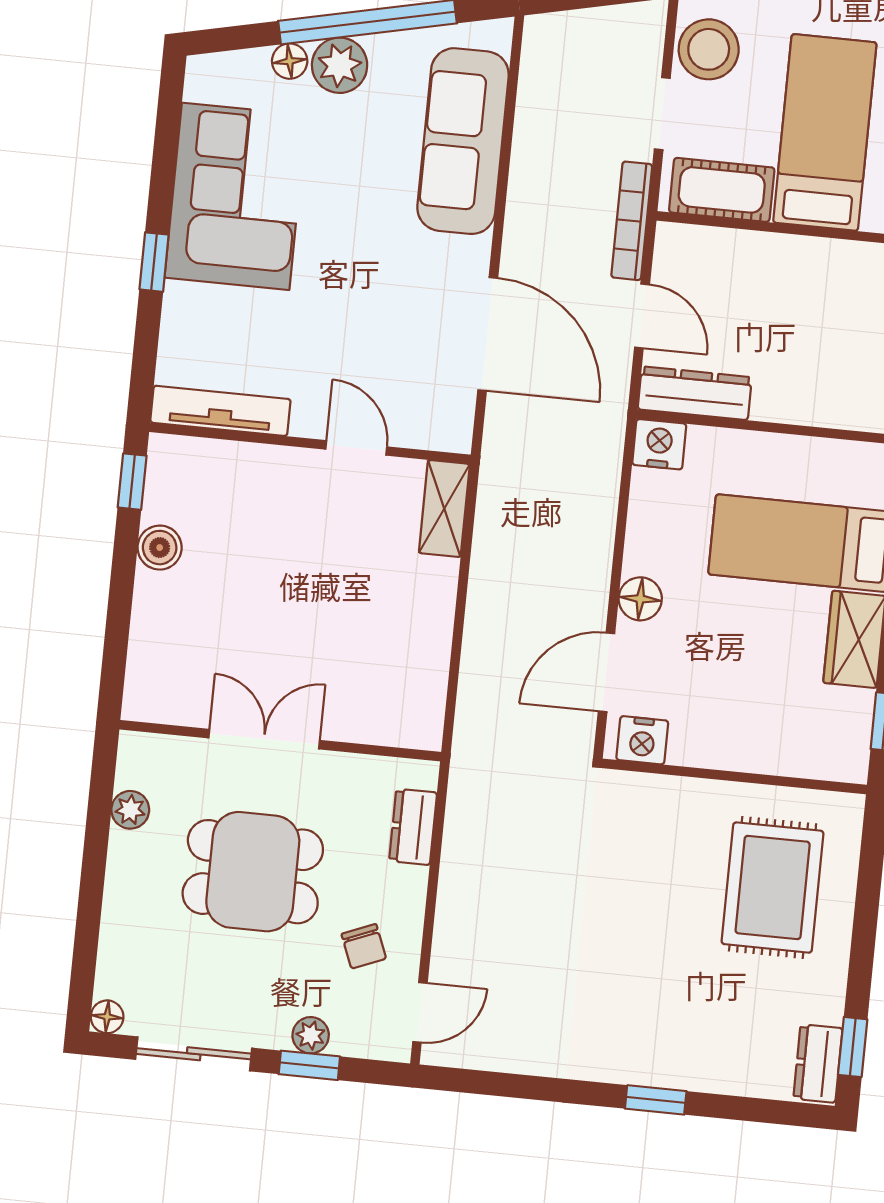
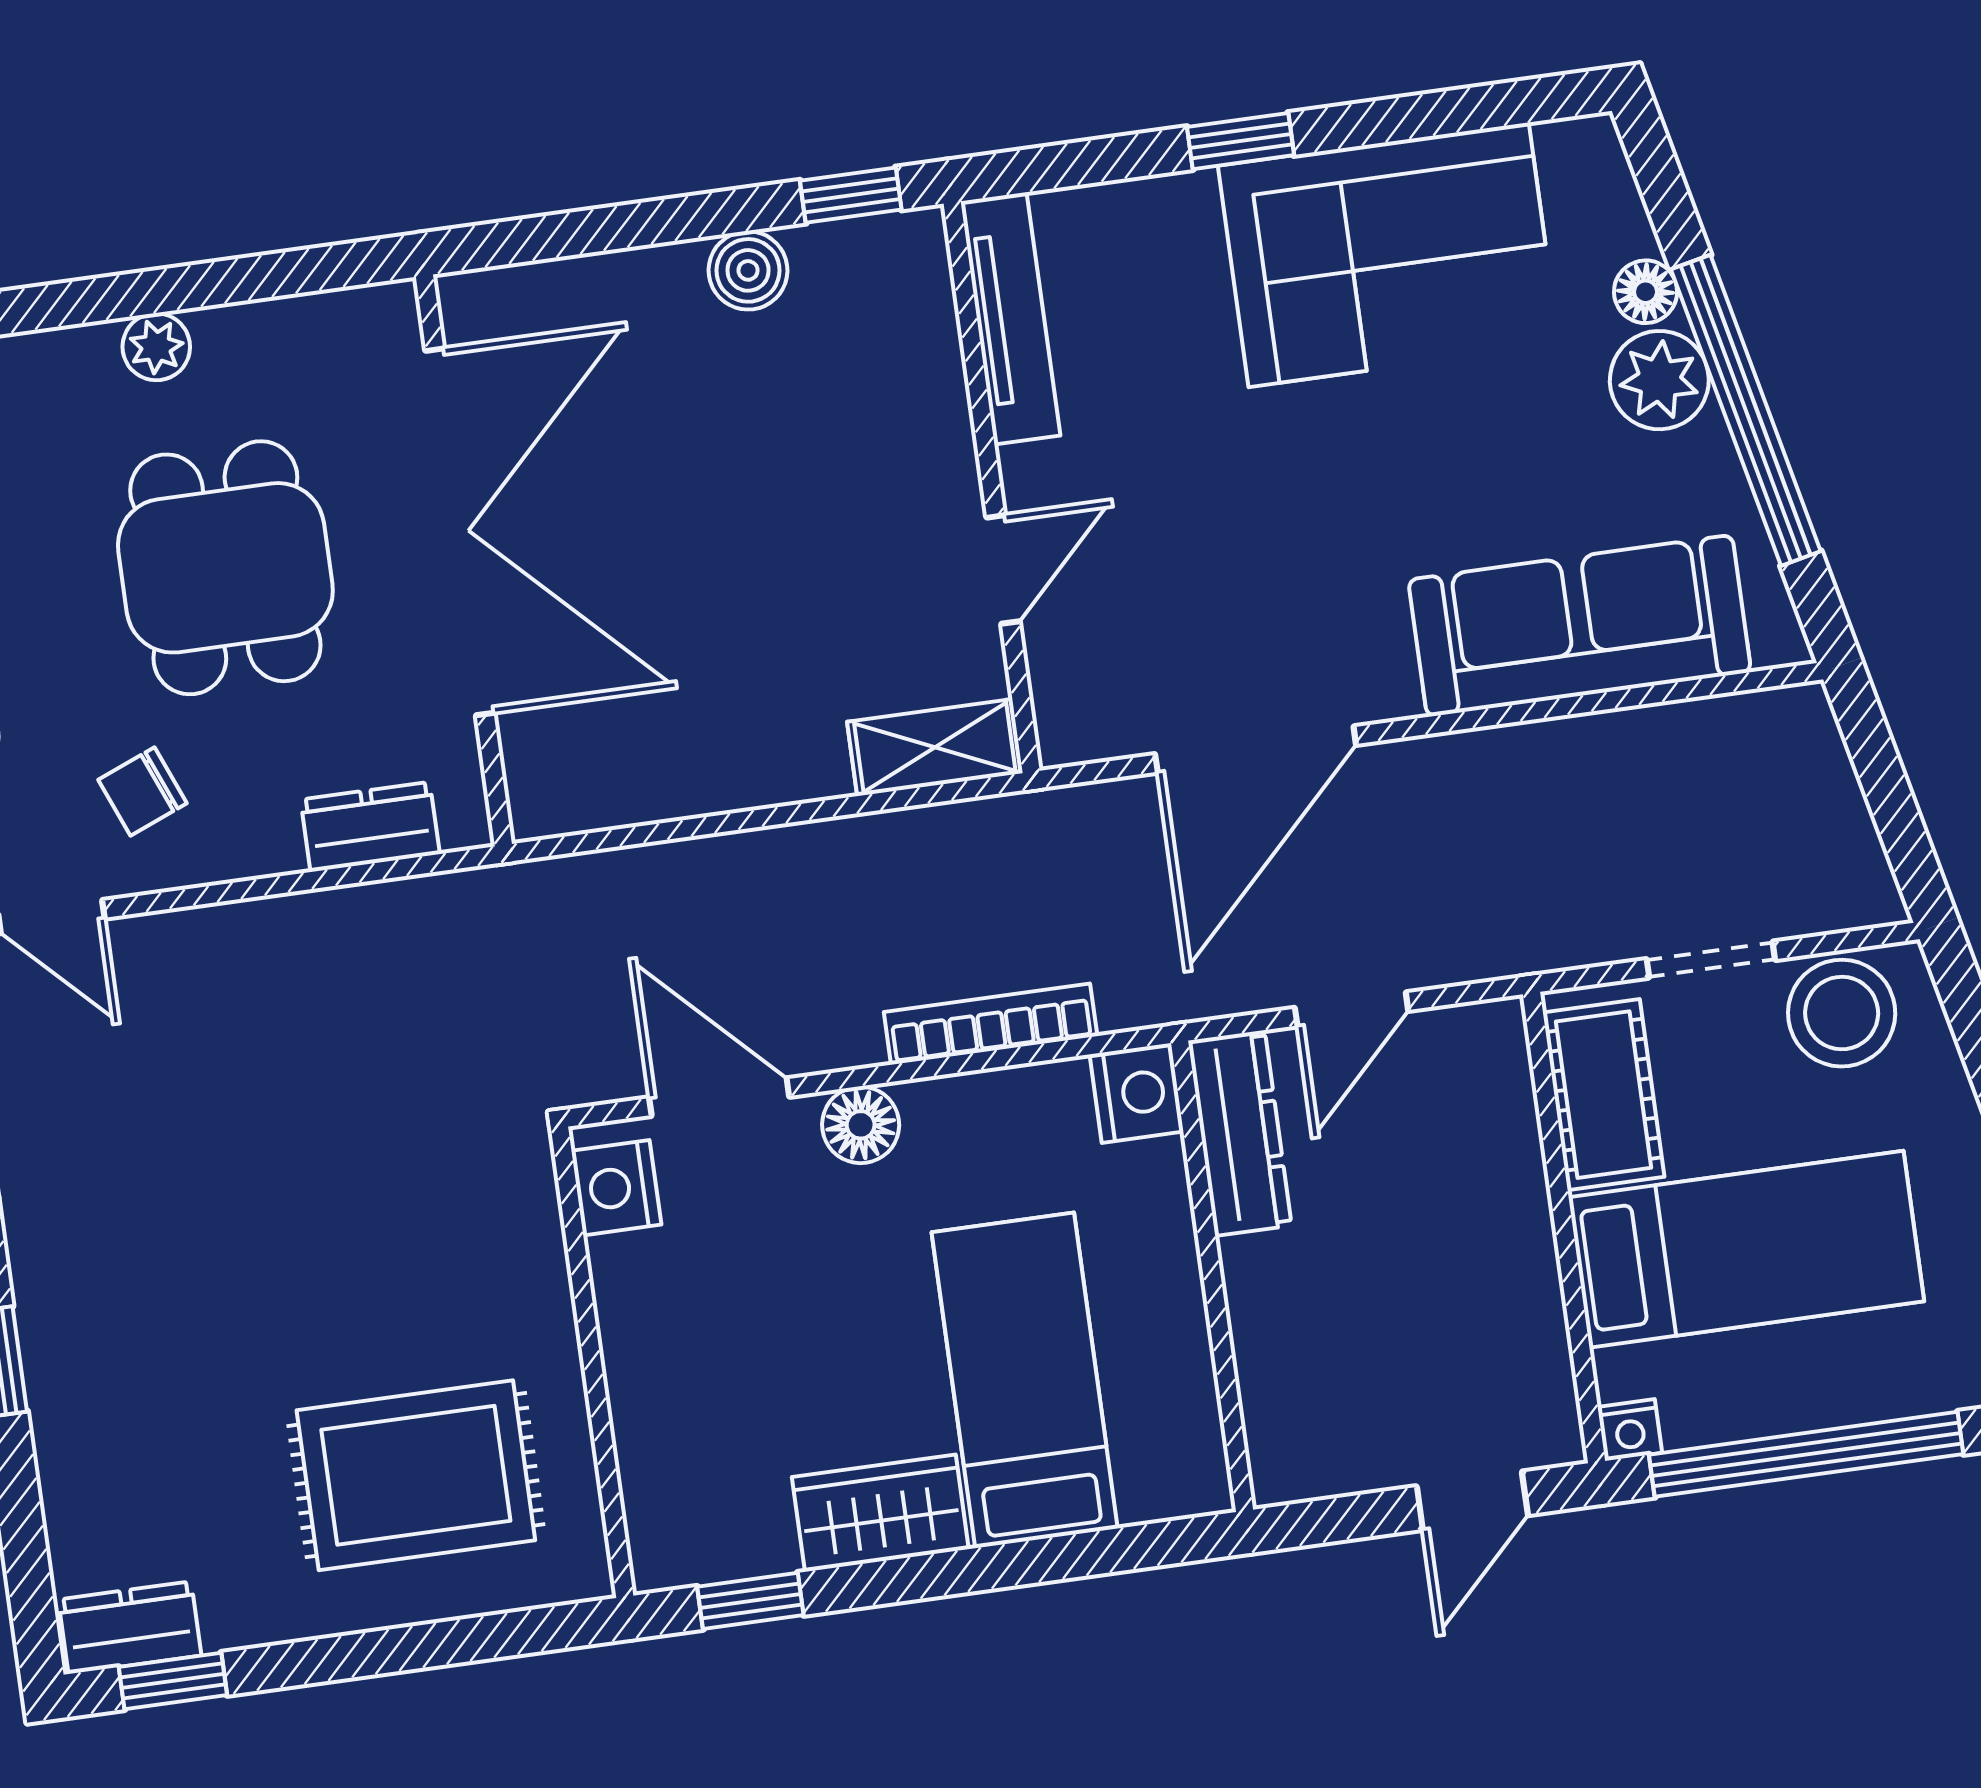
bookcase: (632, 221) -> (991, 1024), moved
double door: (264, 739) -> (460, 532), width x1.87
plant: (130, 810) -> (156, 347), moved

